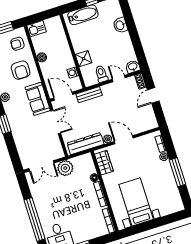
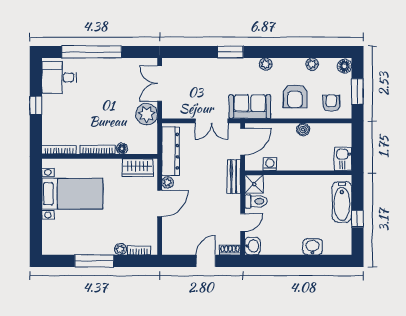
kitchen sink: (37, 29) -> (343, 159), moved
shower: (83, 59) -> (254, 184), moved
armchair: (21, 70) -> (295, 96), turned -90
door: (153, 95) -> (206, 261), hinge flipped

